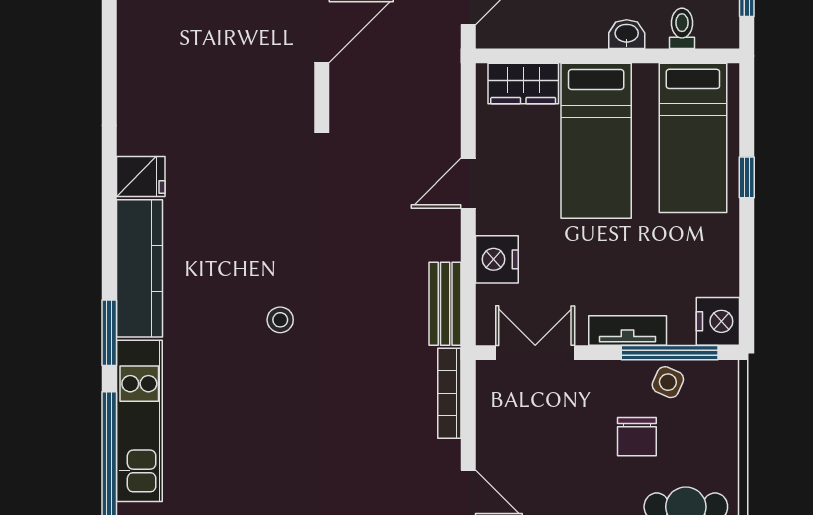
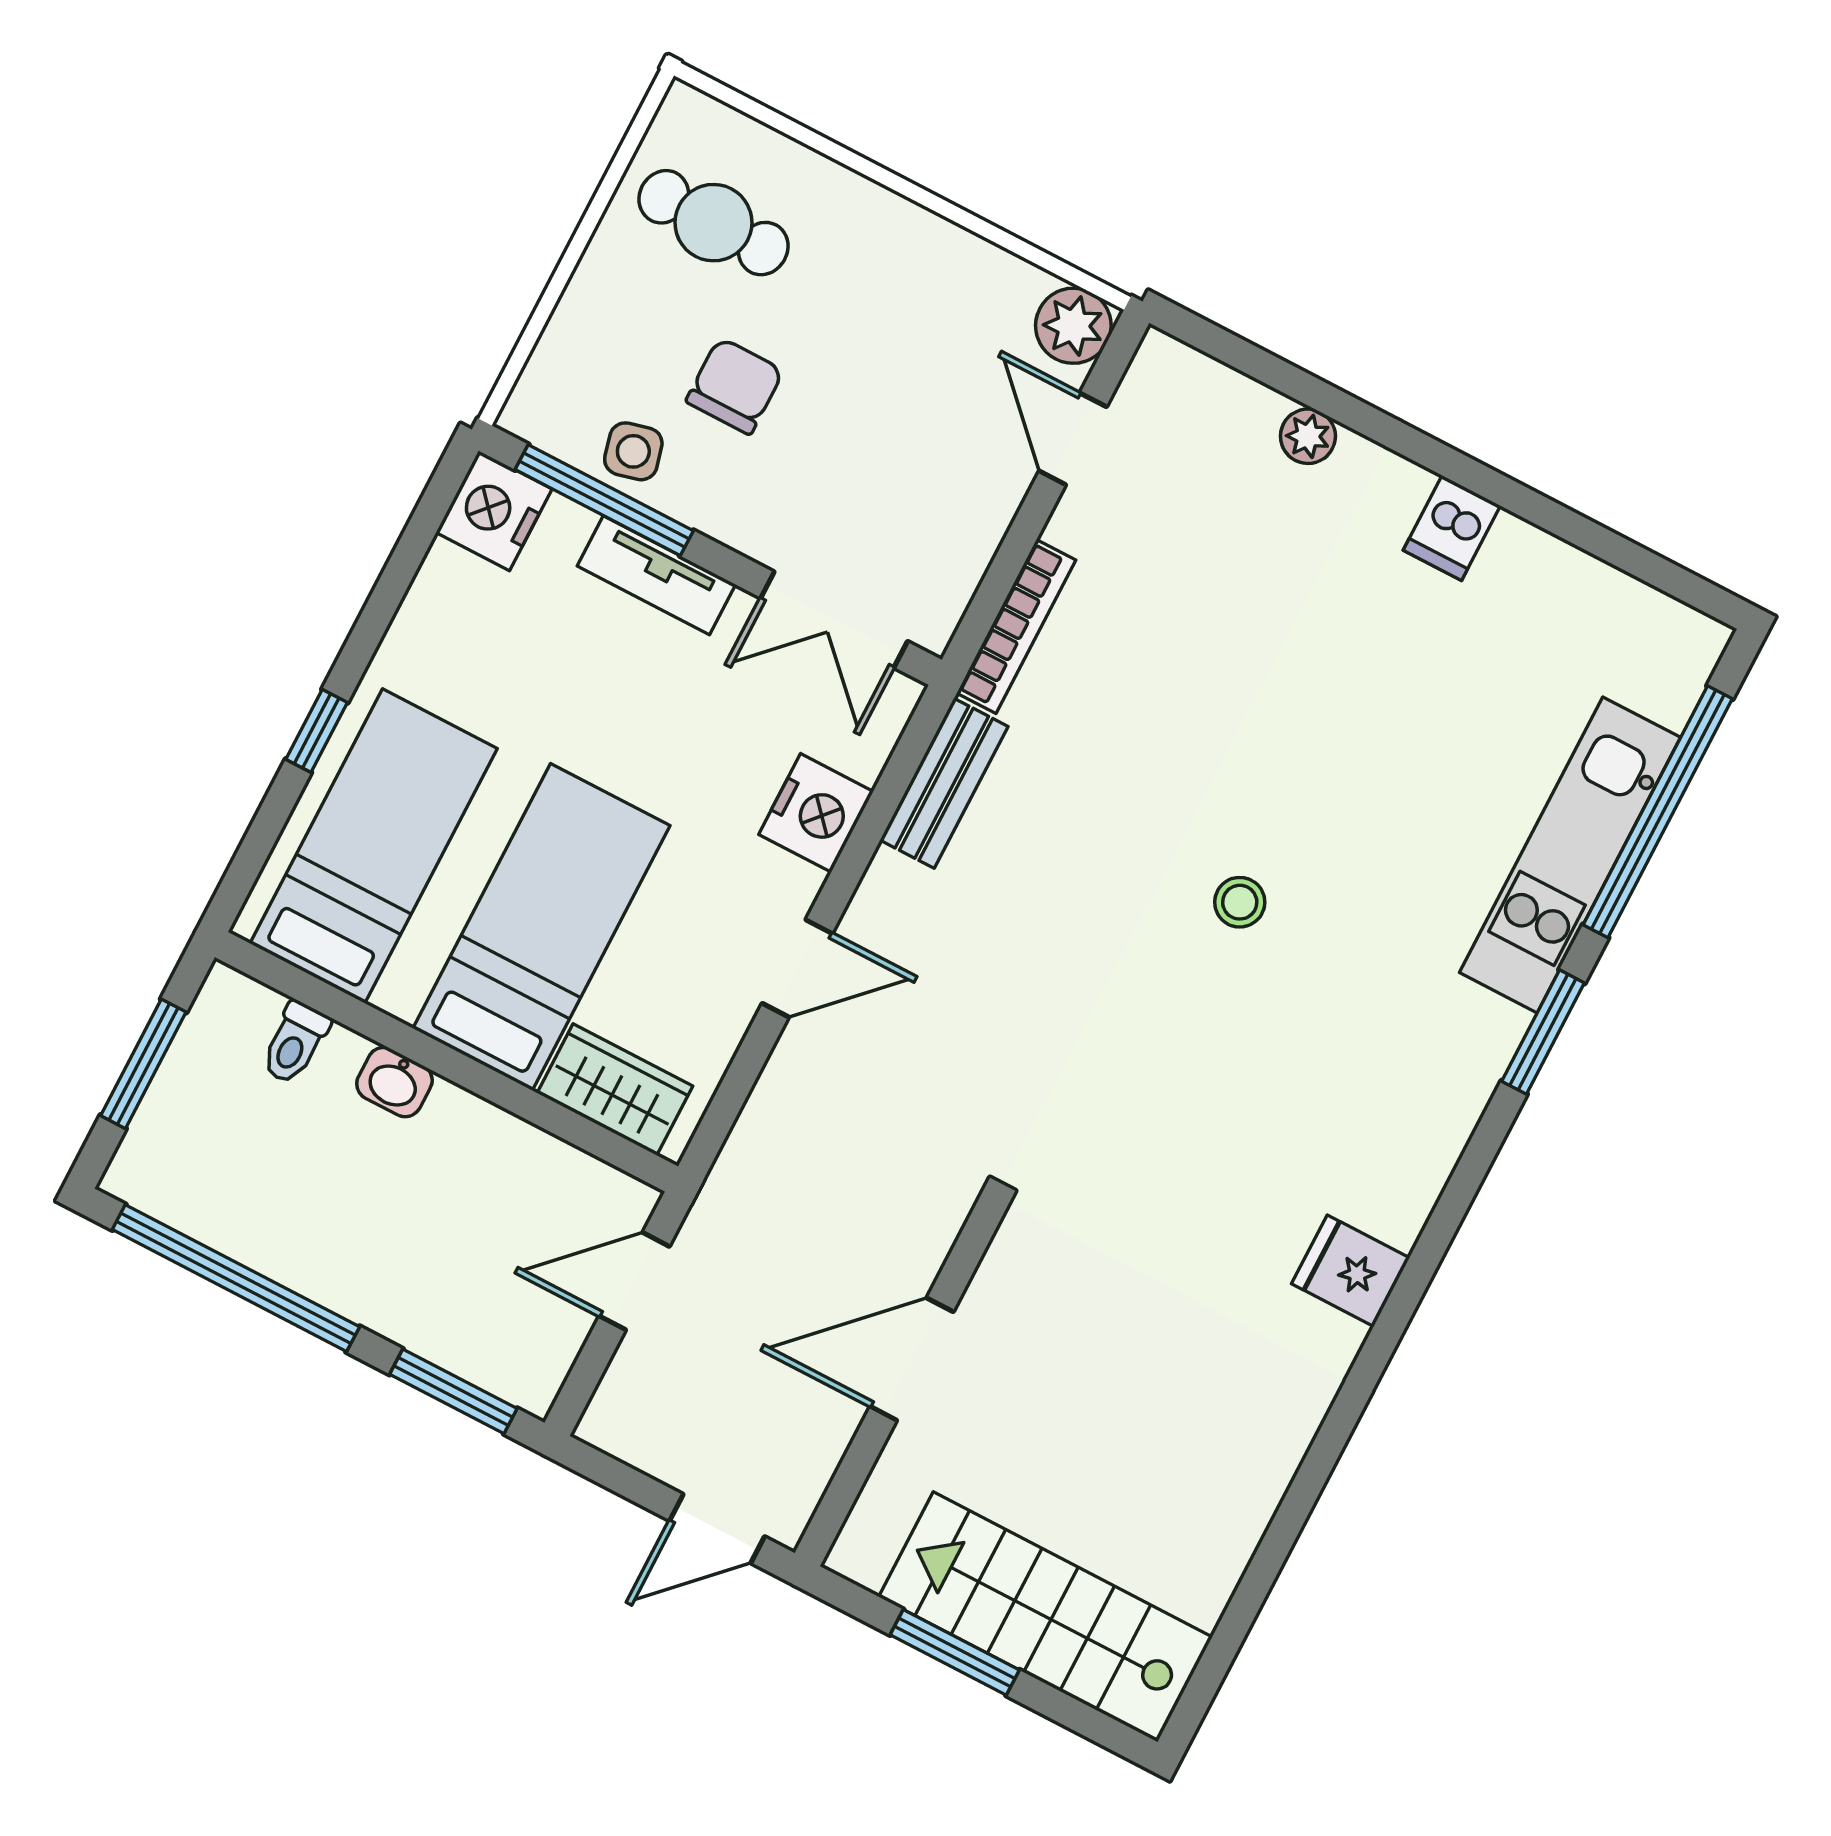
kitchen counter: (139, 268) -> (1434, 1115), removed
side table: (668, 382) -> (633, 451), turned -38

